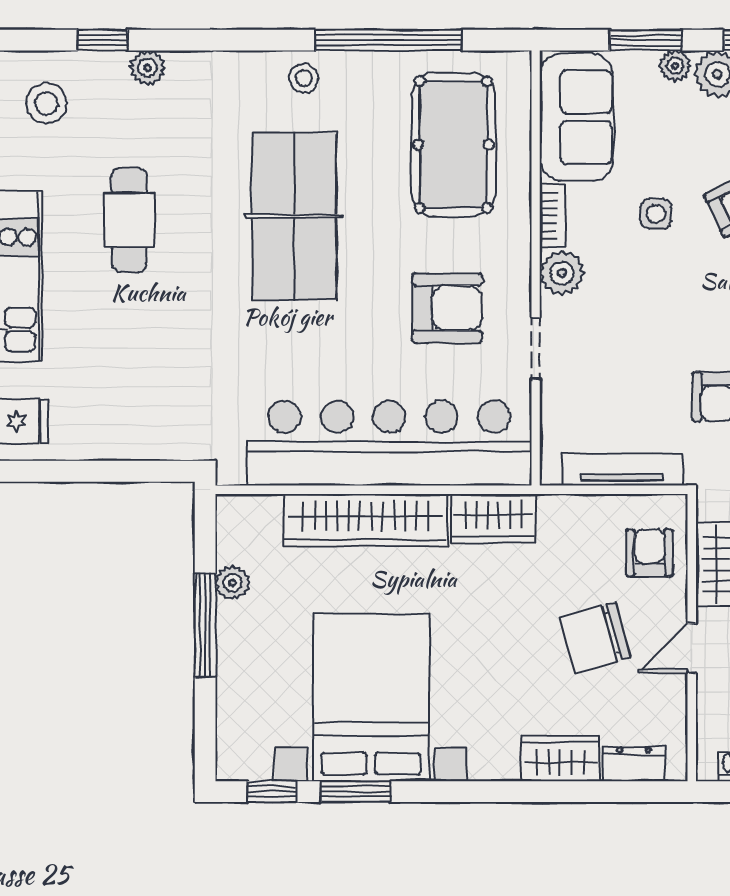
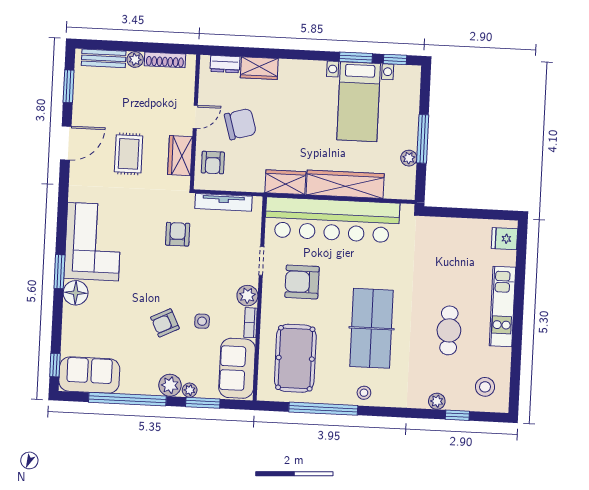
bed with nightstands: (371, 698) -> (359, 102), width x0.73

